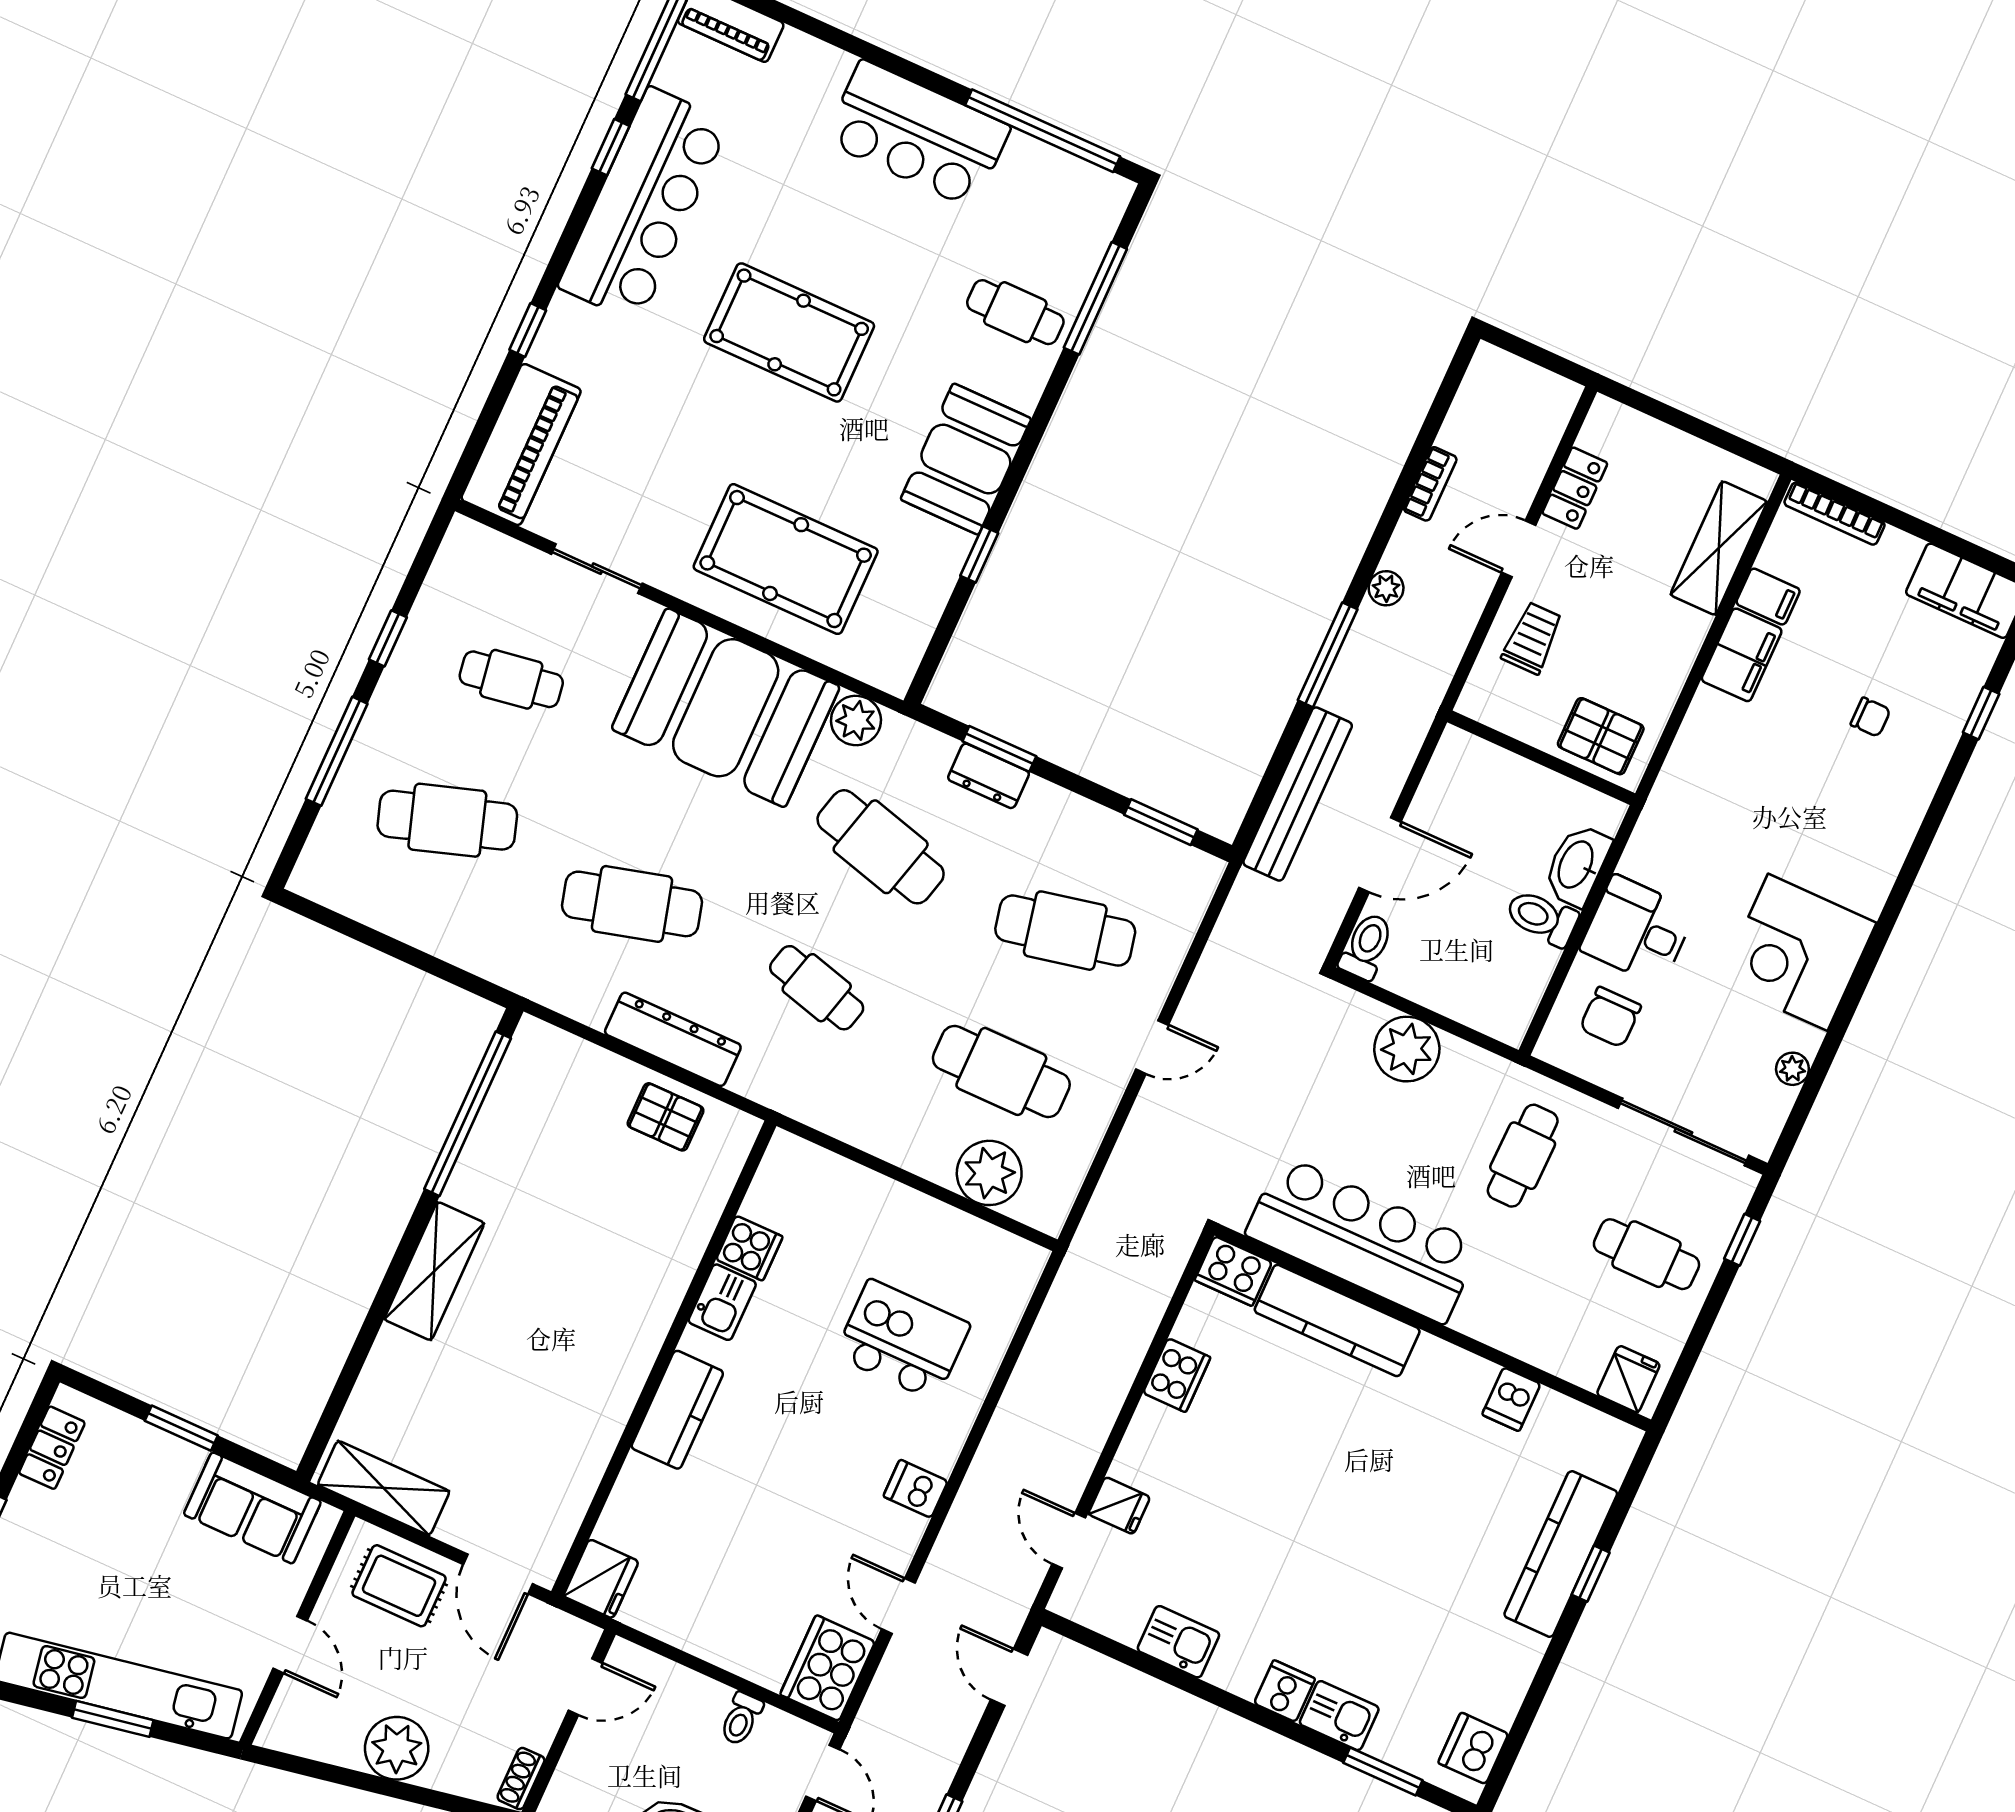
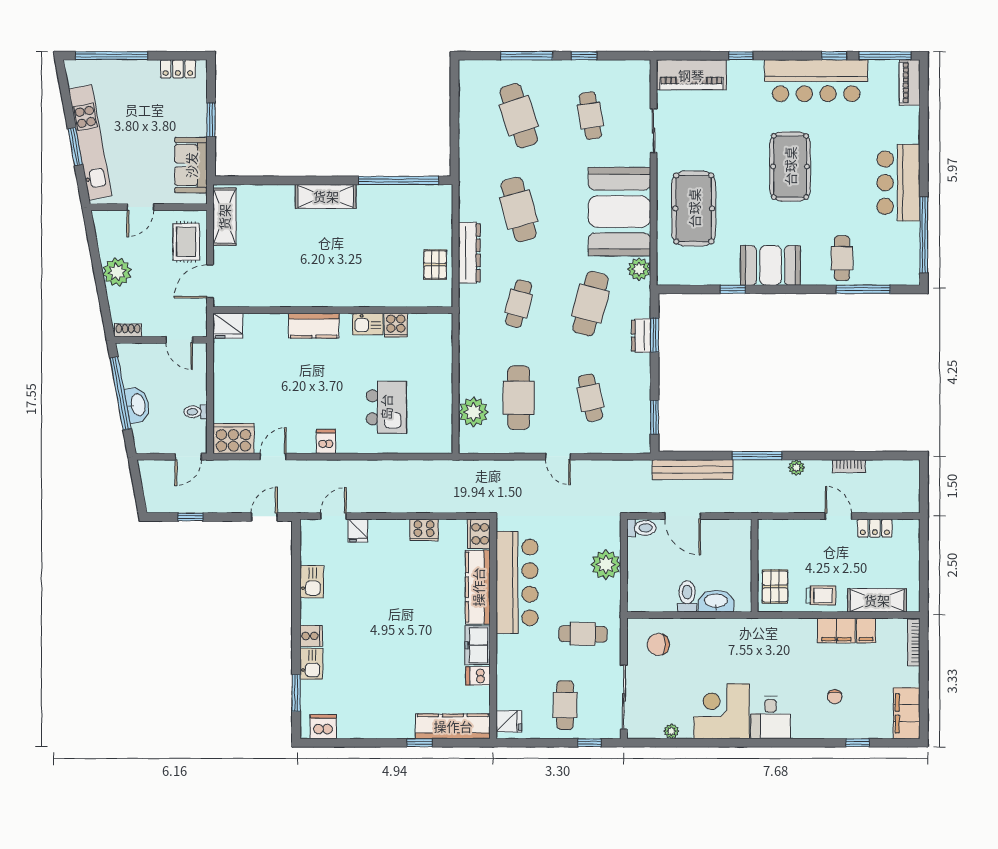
trolley: (1532, 638) -> (821, 595), moved
desk: (1638, 930) -> (771, 717), moved, turned 180
cafe table: (1065, 931) -> (590, 398), width x0.73, depth x0.74
freezer: (1451, 1373) -> (478, 645), added
kitchen counter: (1561, 1554) -> (453, 726), moved

